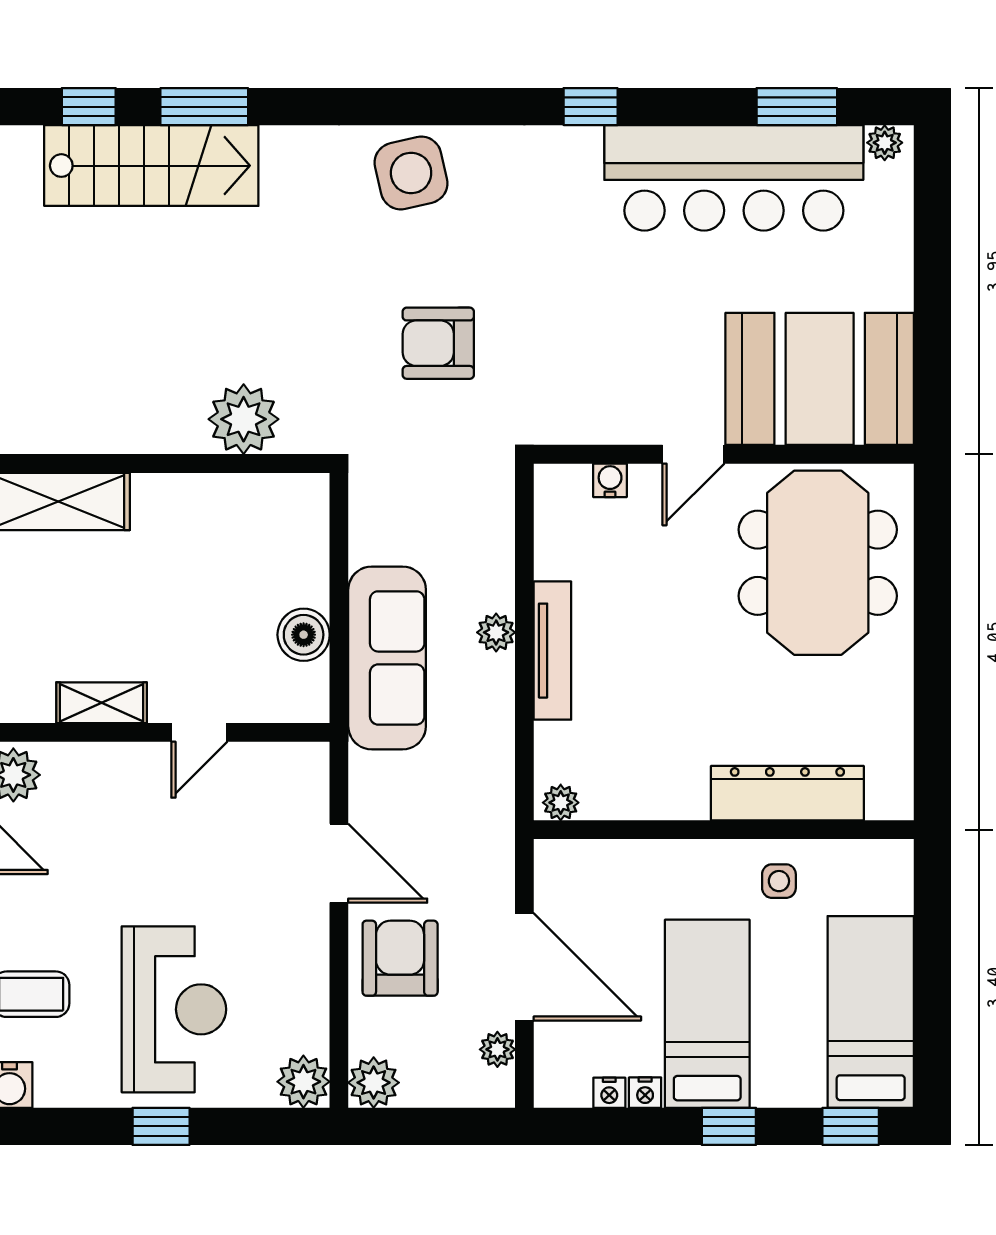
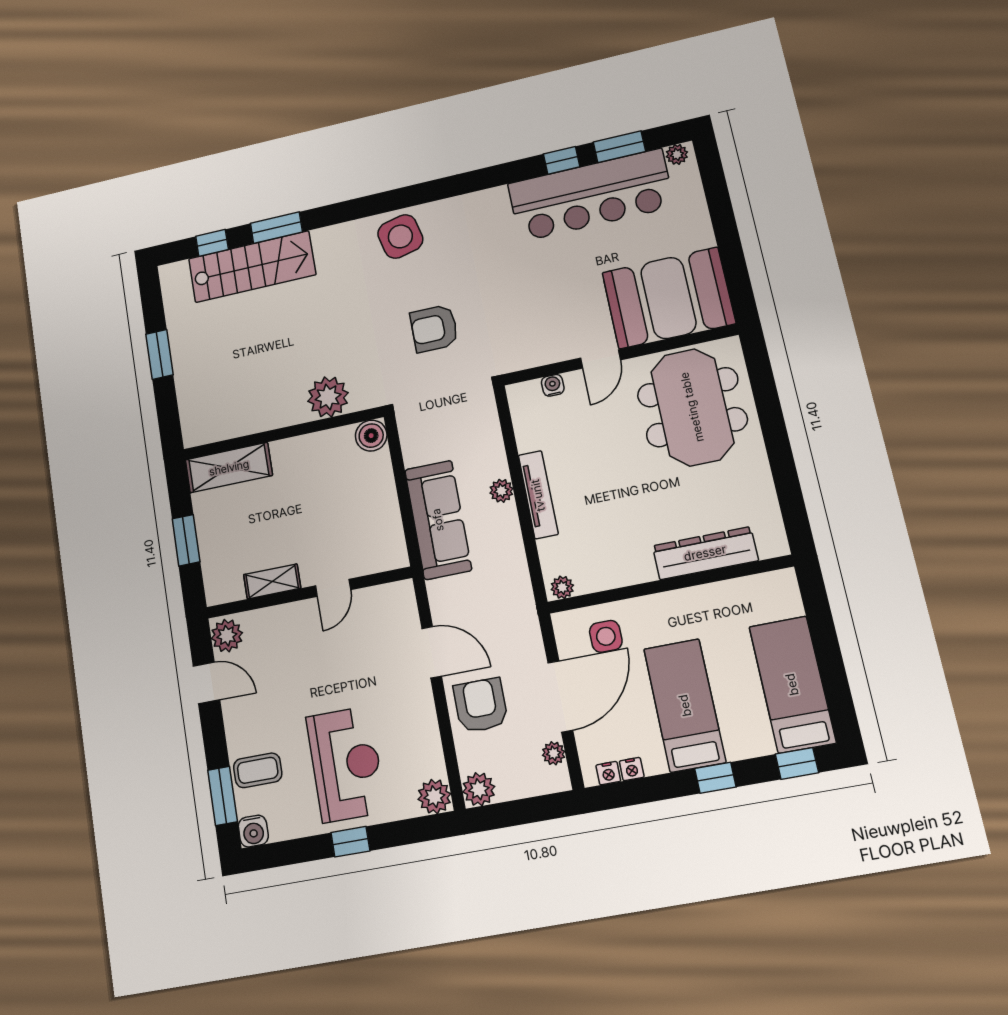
window: (591, 107) -> (562, 160), moved
boiler: (304, 635) -> (371, 436), moved
side table: (779, 881) -> (606, 636), moved, width x1.37, depth x1.37
door: (524, 967) -> (560, 696), hinge flipped
nightstand: (645, 1093) -> (608, 773), moved

